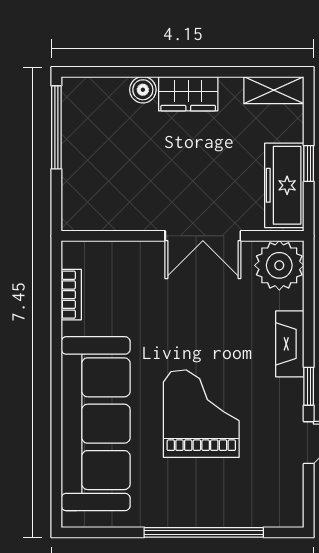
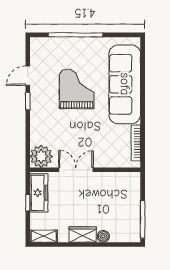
bookcase: (71, 295) -> (136, 143), width x1.56
fireplace: (290, 344) -> (36, 121), removed
grand piano: (201, 414) -> (77, 89), turned 180

